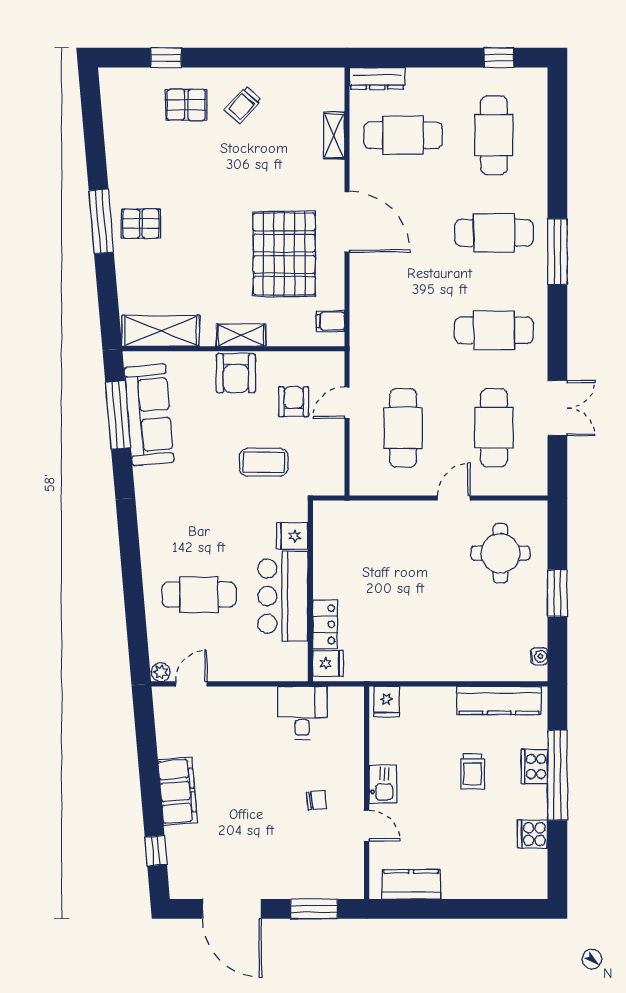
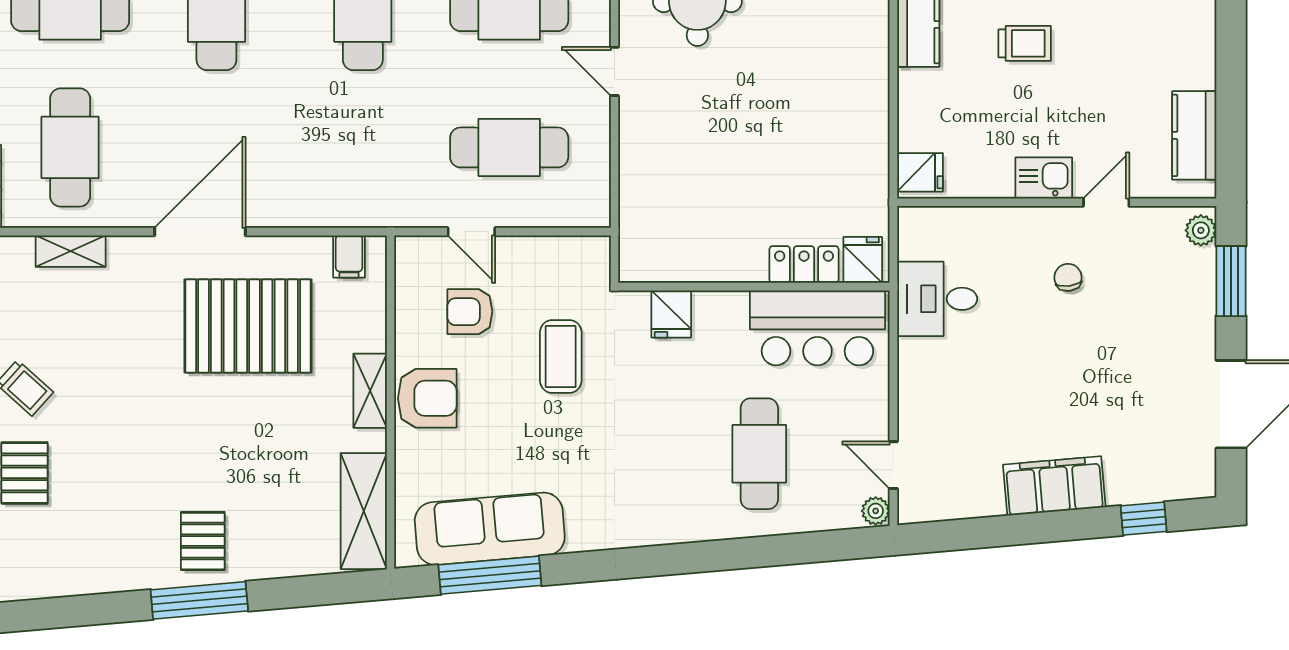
bar counter: (283, 596) -> (817, 328), moved
plant: (348, 889) -> (1201, 230), added

